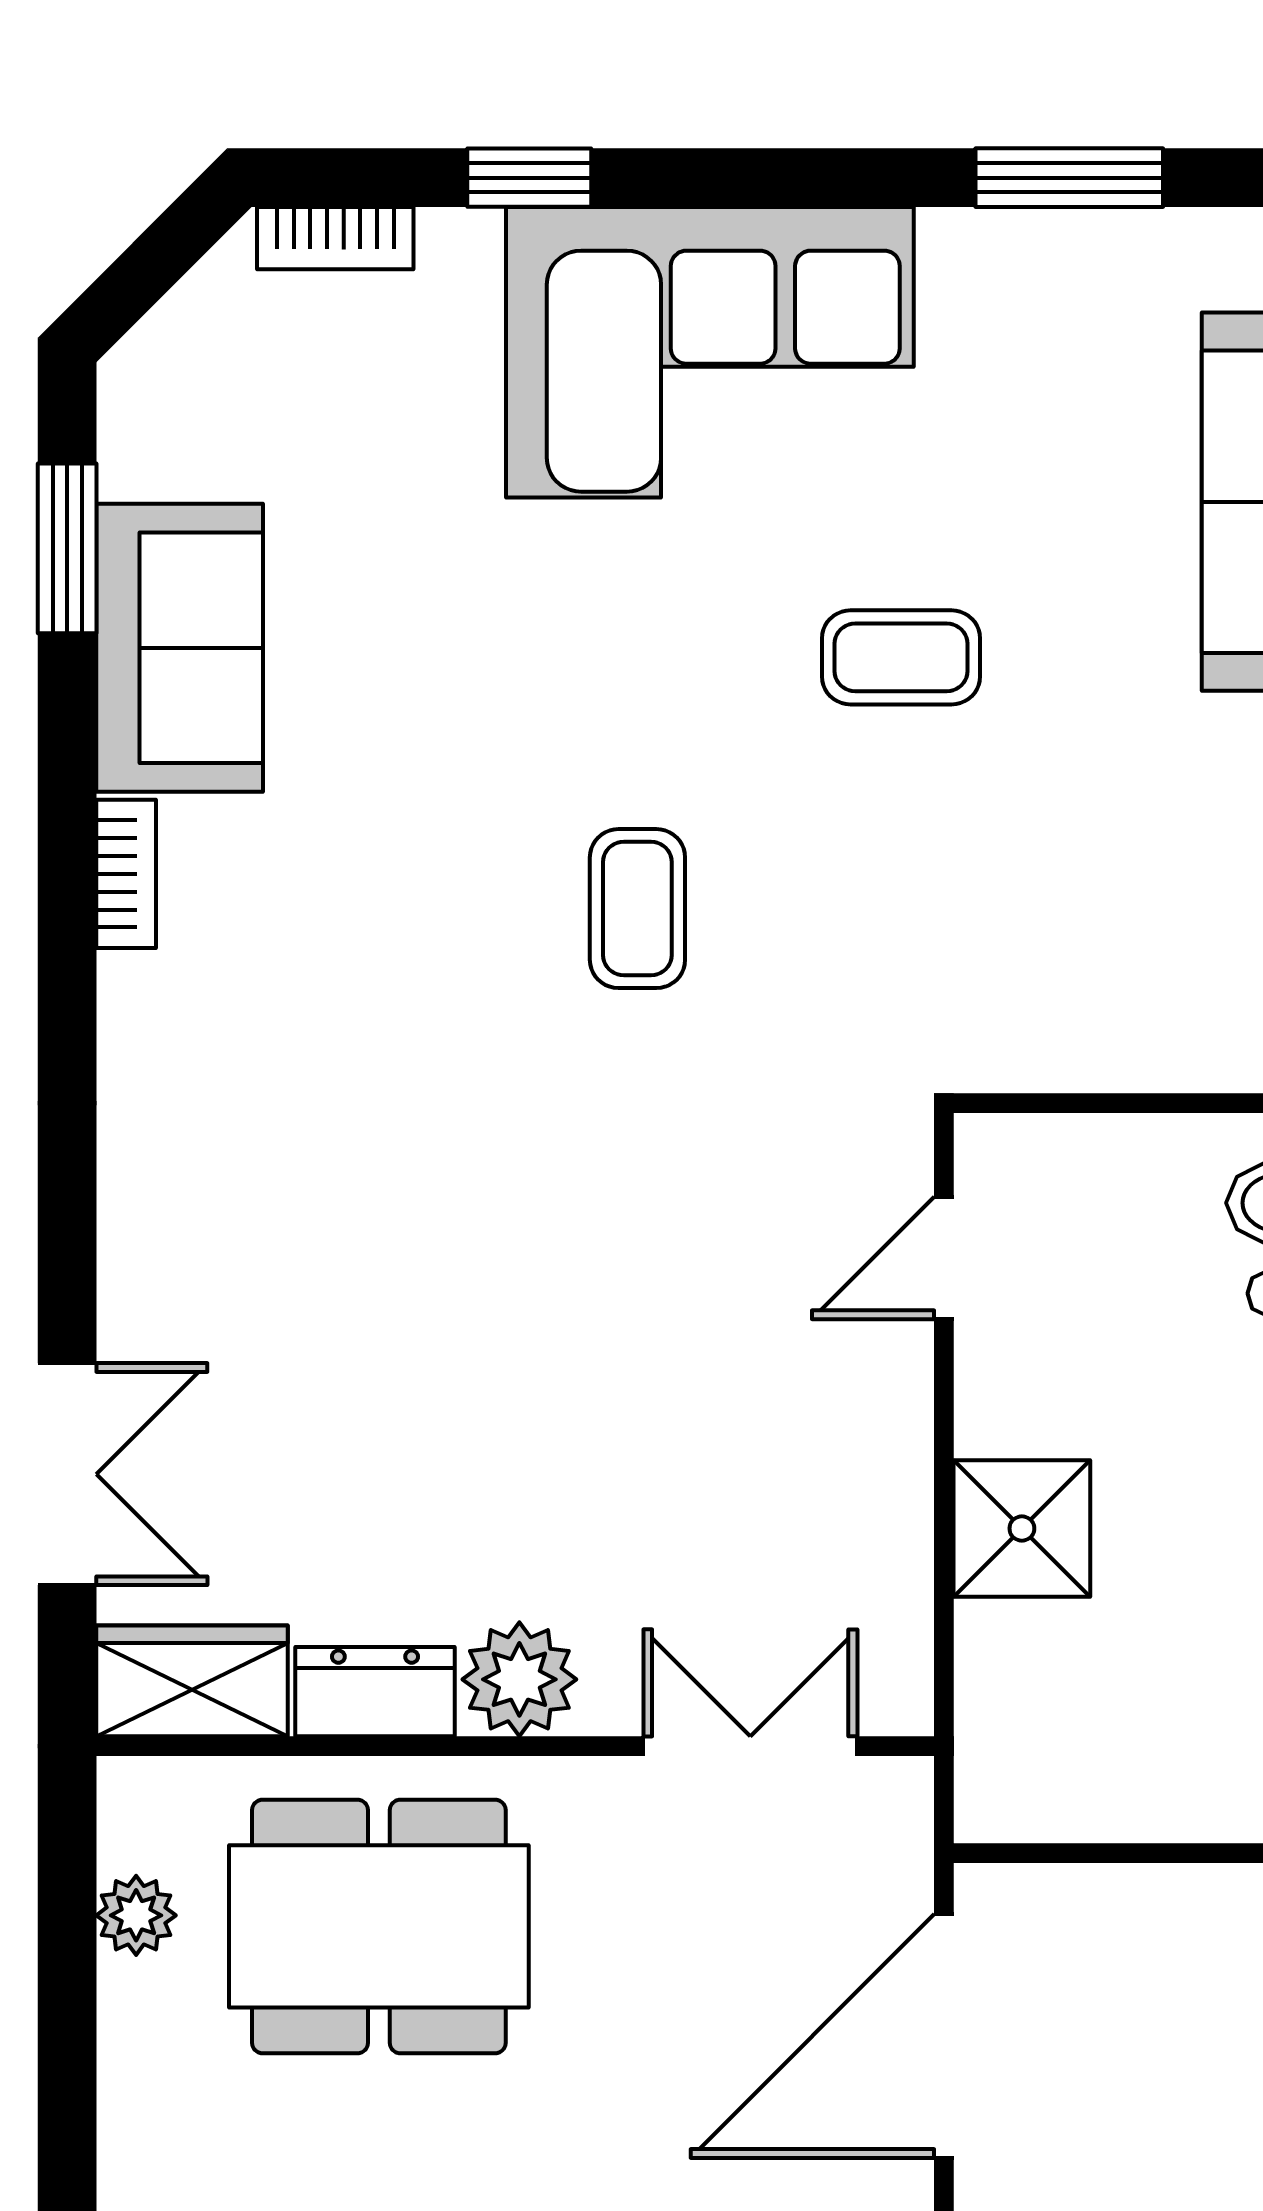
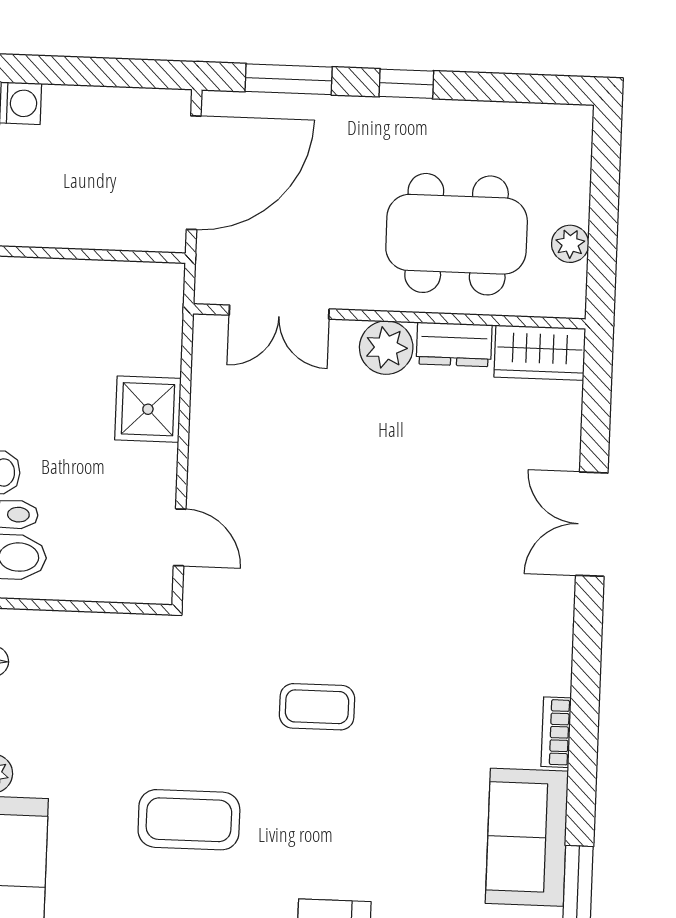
coffee table: (901, 657) -> (189, 820), width x1.36, depth x1.30
coffee table: (637, 909) -> (317, 707), turned 90
door: (944, 1258) -> (180, 537), hinge flipped
double door: (67, 1474) -> (592, 524), moved

